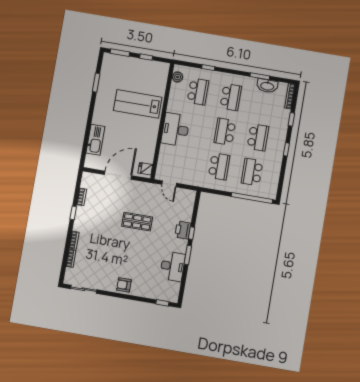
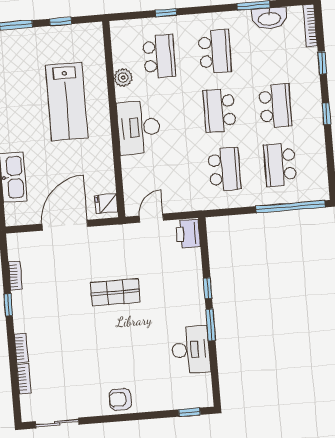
plant: (178, 77) -> (123, 78), moved
lab bench: (138, 104) -> (67, 101), turned -90
door: (169, 184) -> (151, 218), swing flipped
printer: (183, 230) -> (188, 234), moved

